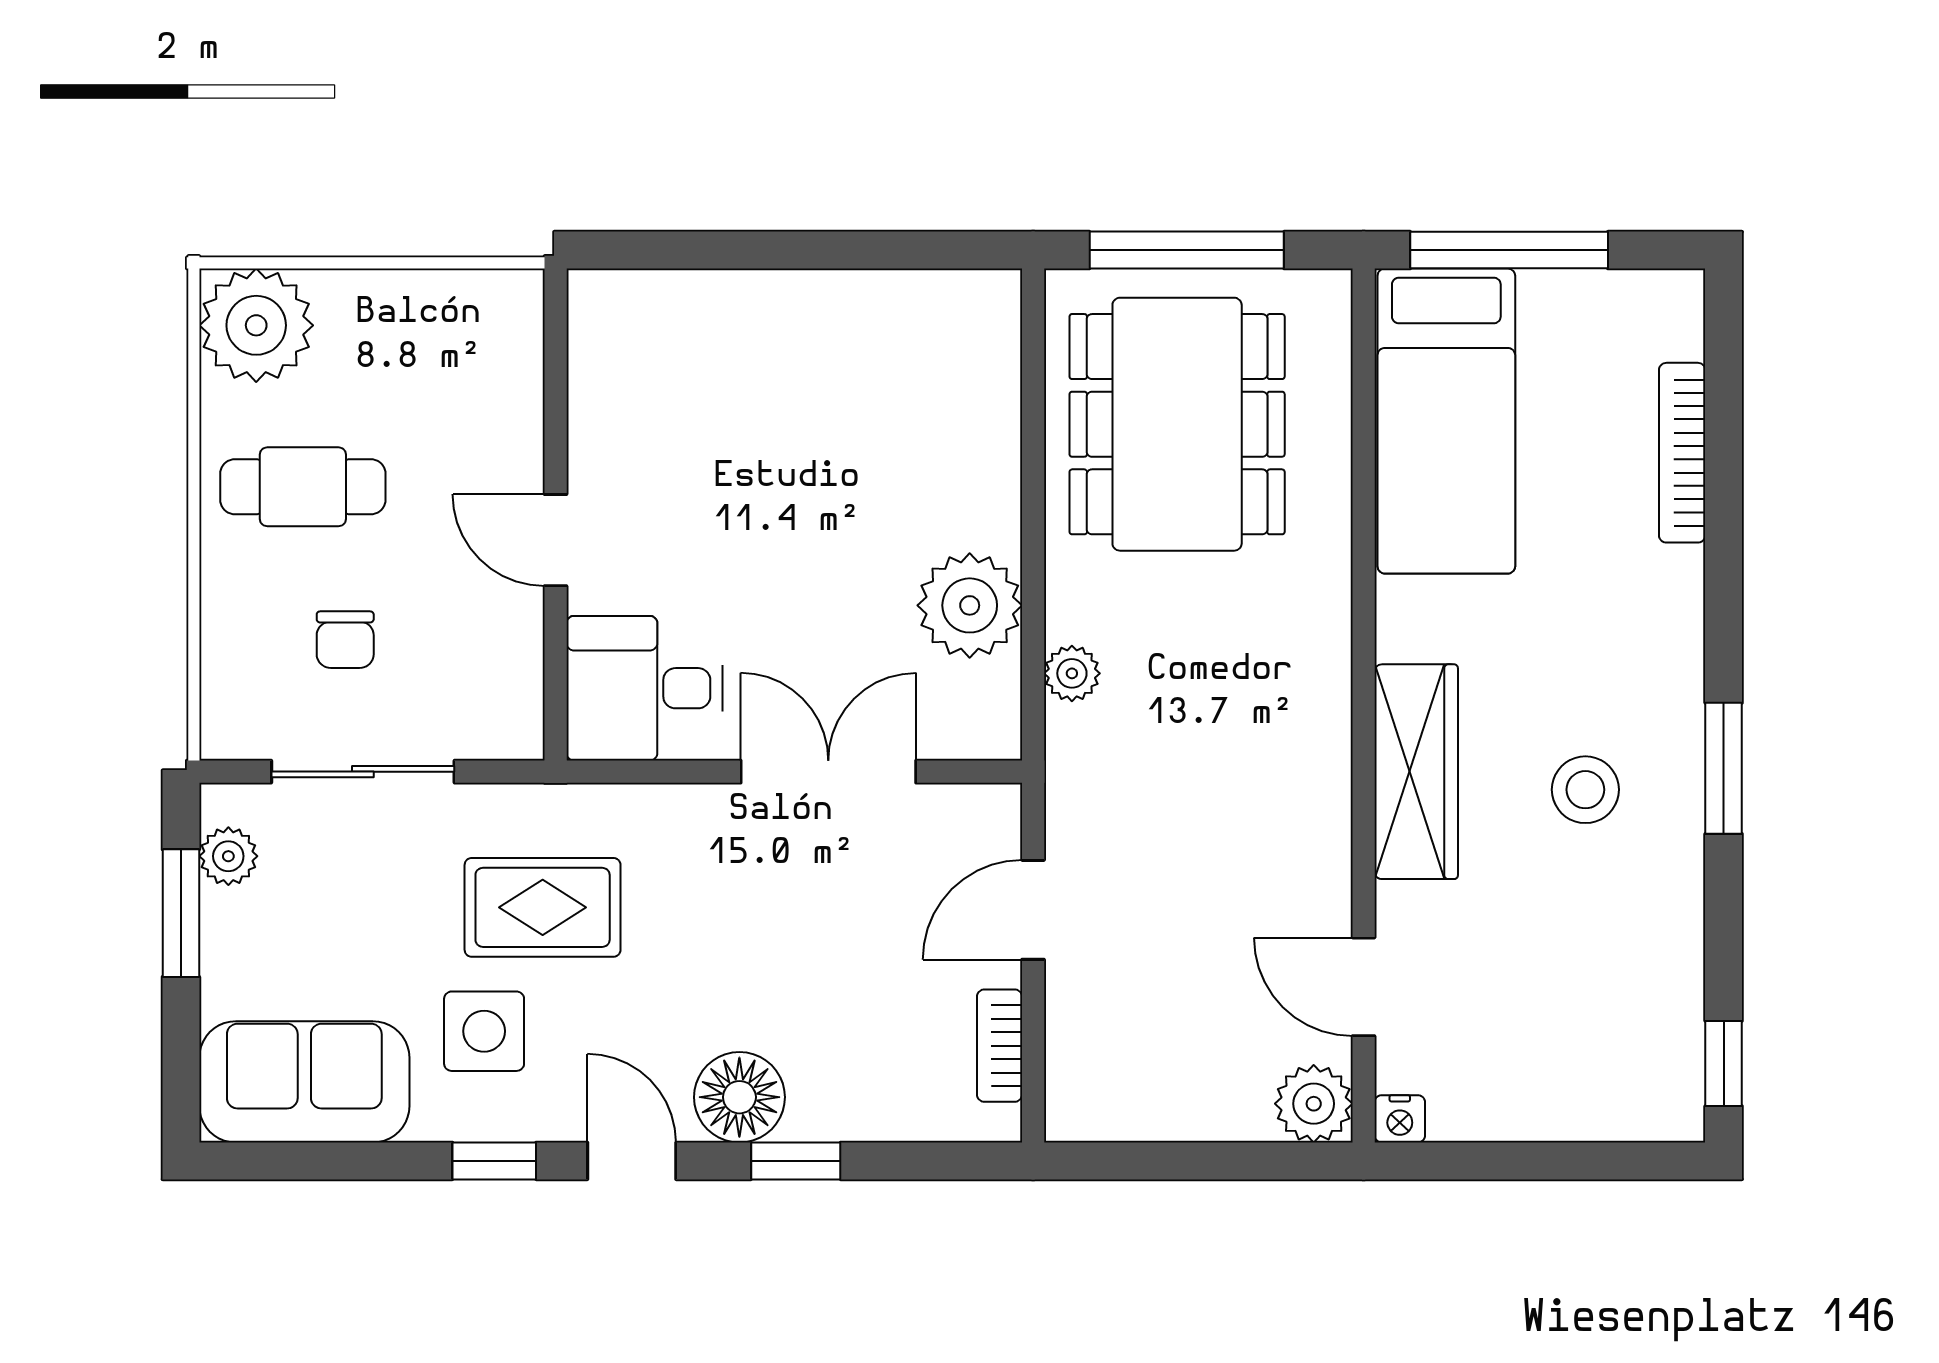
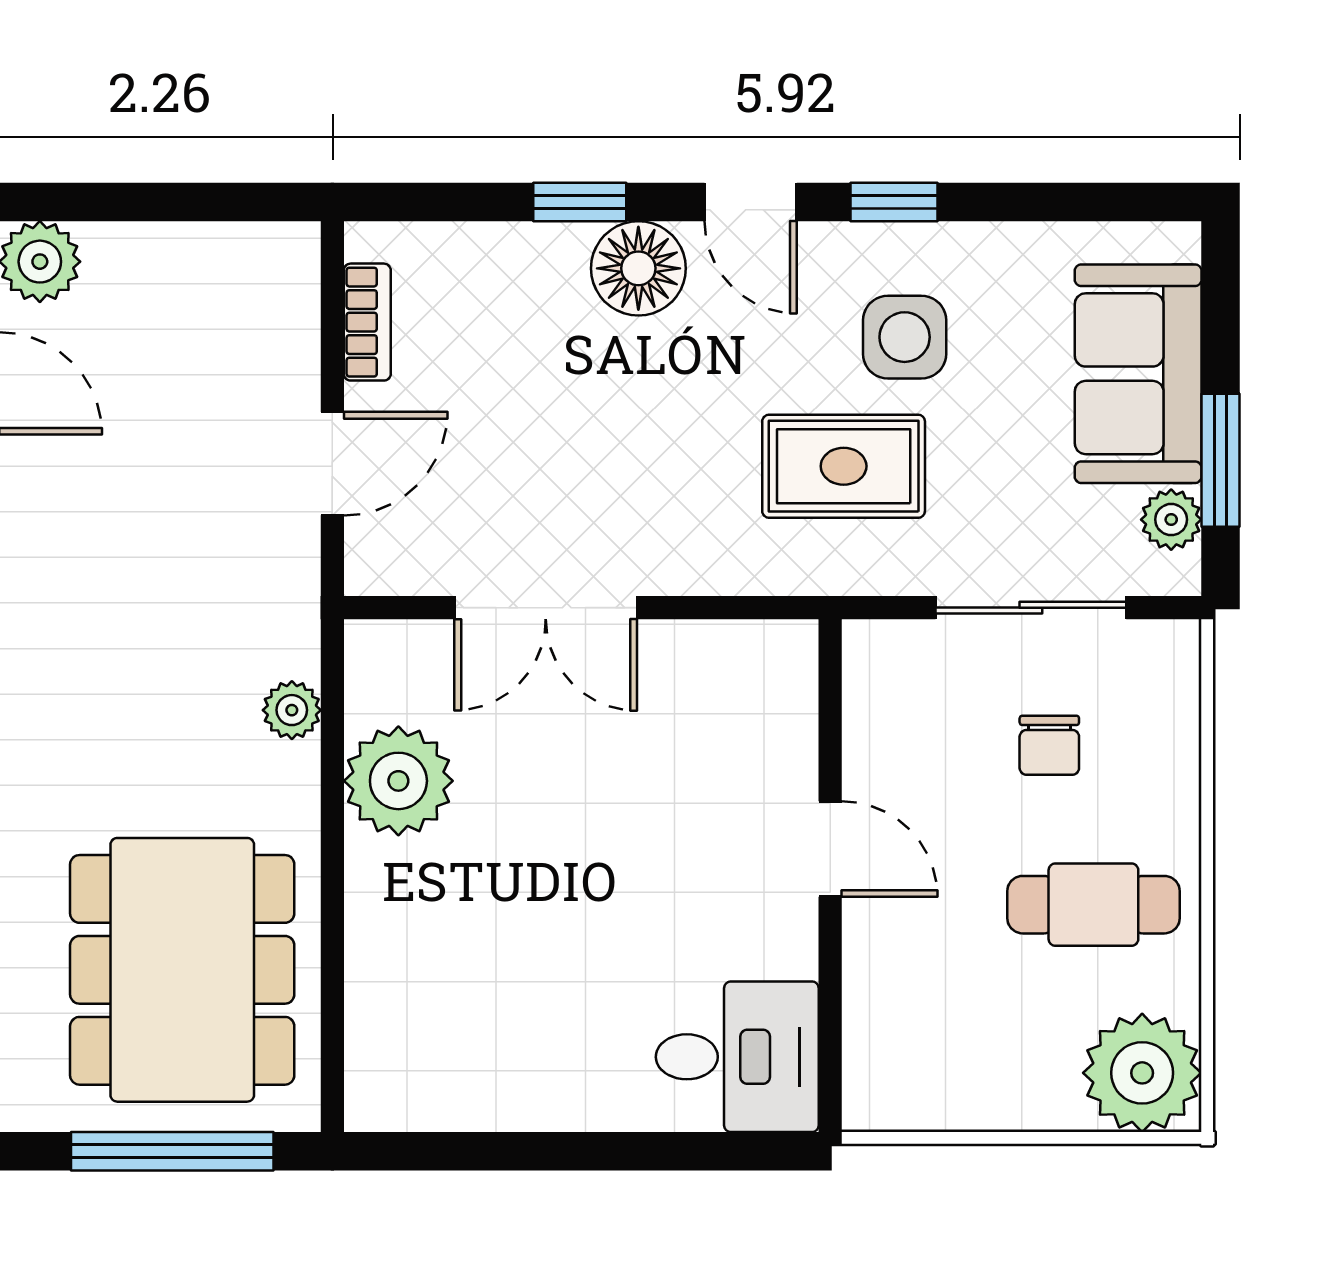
chair: (345, 640) -> (1049, 745), turned 180
desk: (645, 688) -> (737, 1057), moved
sofa: (304, 1082) -> (1138, 374), moved, turned 90

